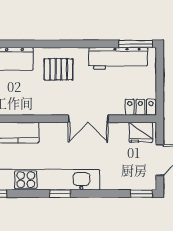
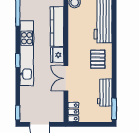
workbench: (118, 58) -> (105, 93), width x0.73
fridge: (141, 132) -> (57, 55), moved

